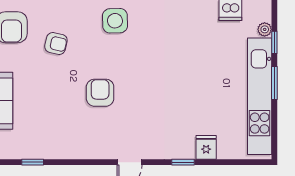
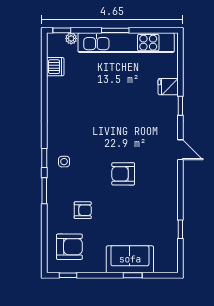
side table: (115, 21) -> (64, 162), width x0.54, depth x0.54
window: (274, 42) -> (62, 30), moved
armchair: (56, 43) -> (83, 210), turned 77

